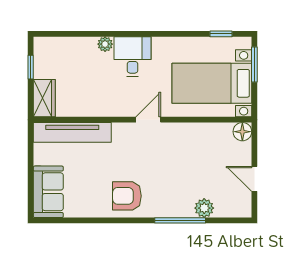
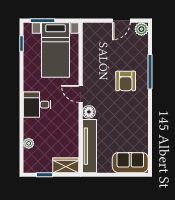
plant: (105, 44) -> (29, 143), moved
floor lamp: (242, 132) -> (89, 112), moved
armchair: (127, 196) -> (126, 81), moved
plant: (204, 208) -> (141, 29), moved

